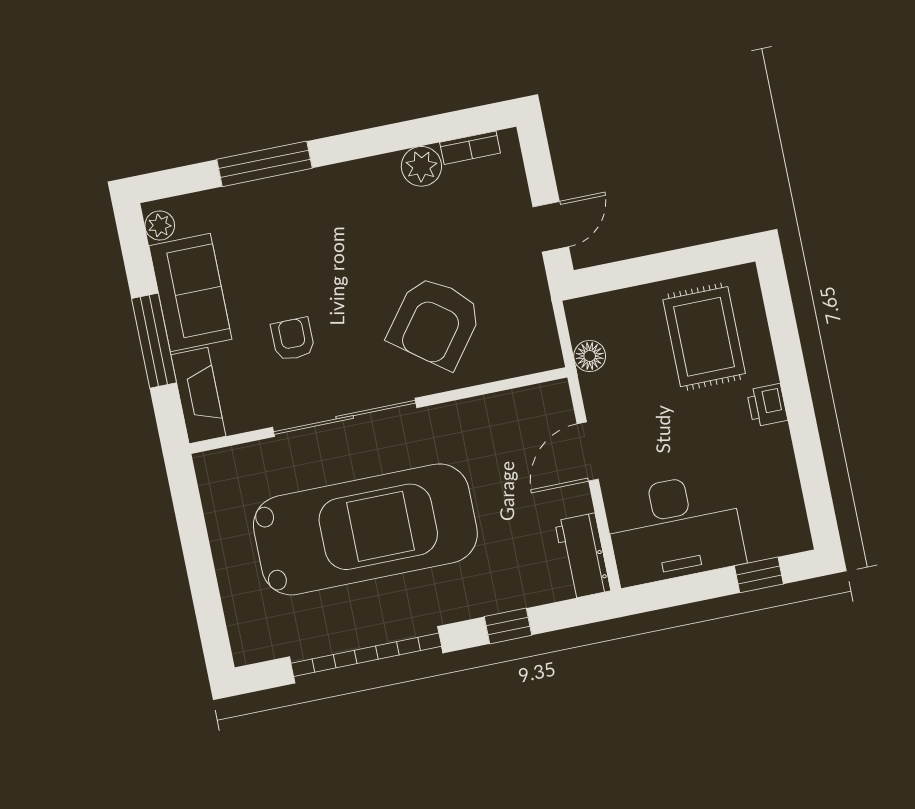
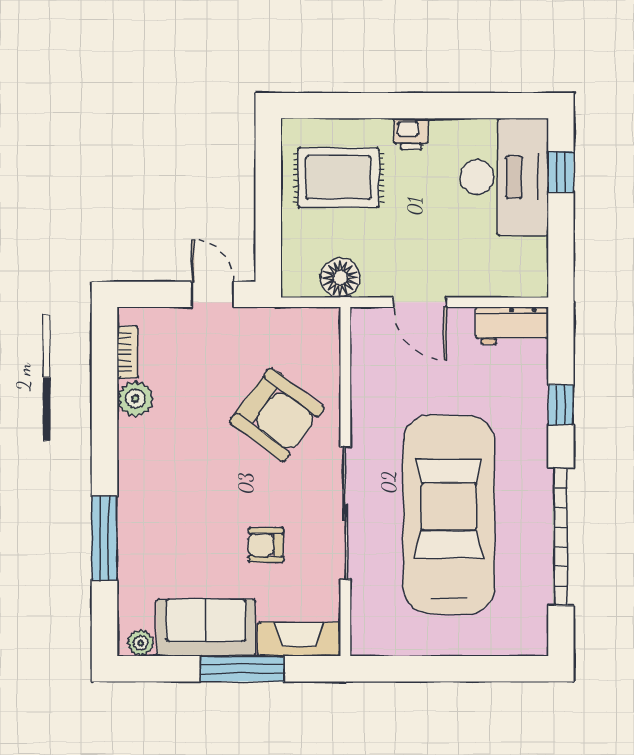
floor lamp: (590, 356) -> (340, 278), width x1.38, depth x1.38
desk: (675, 529) -> (504, 177), moved

